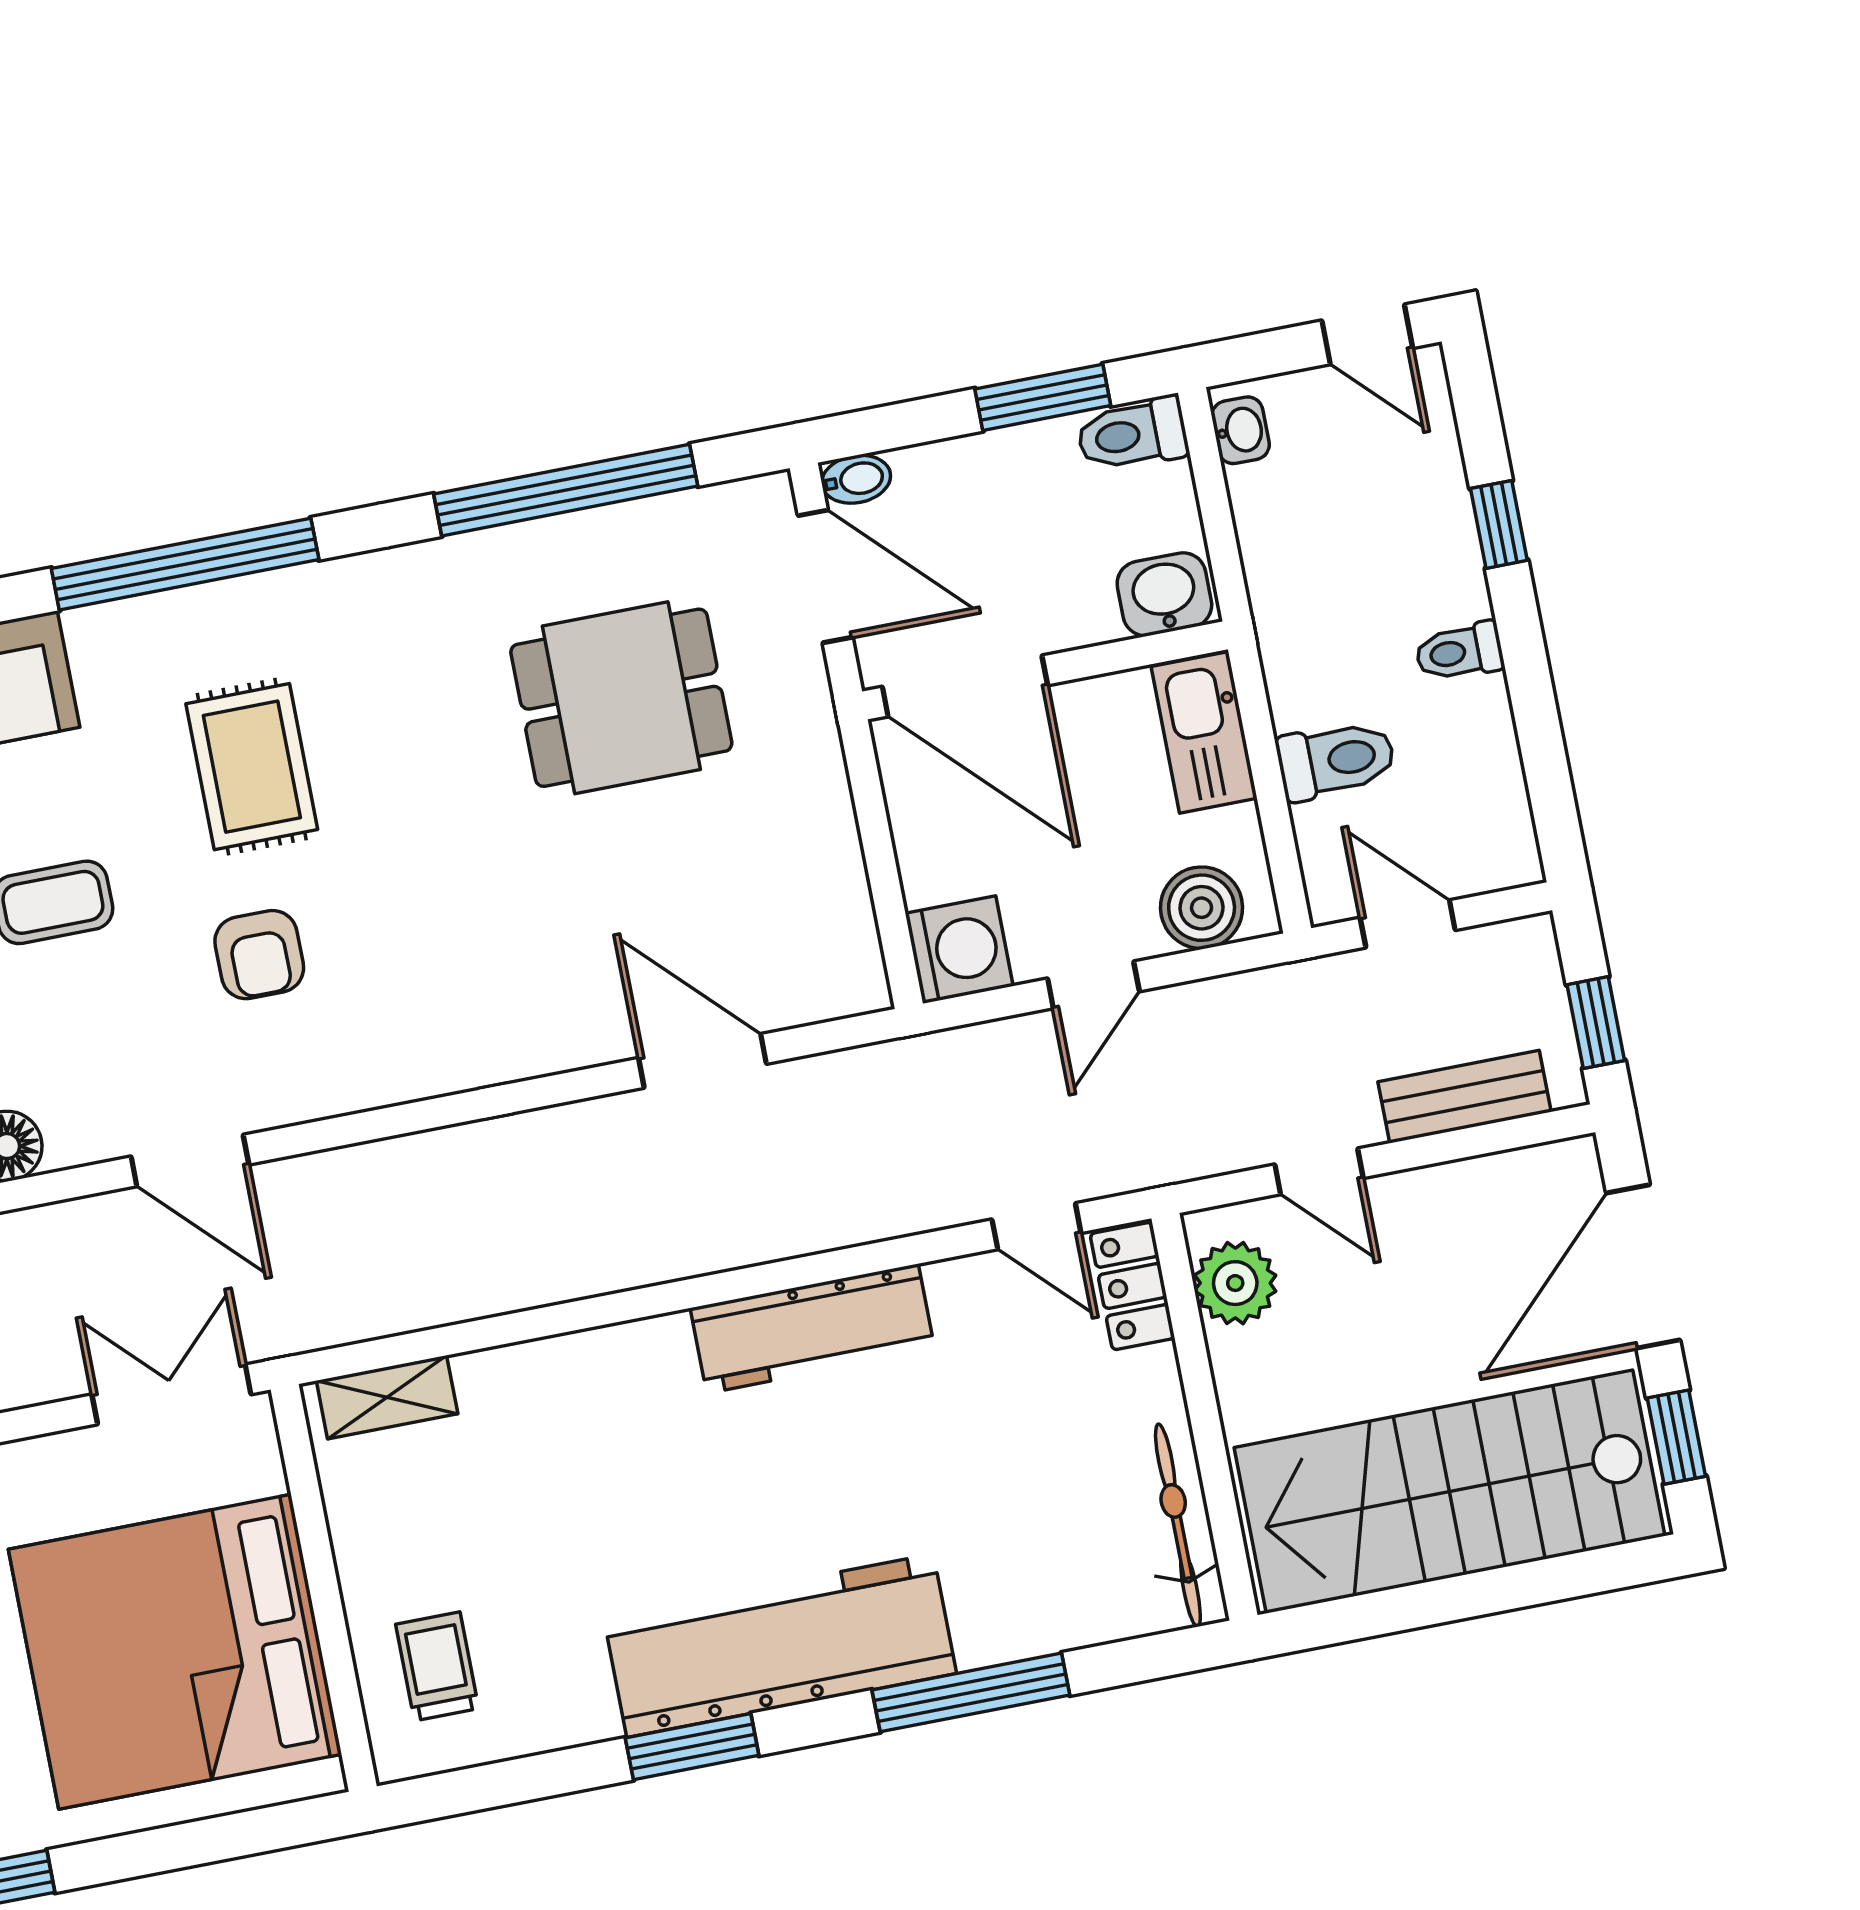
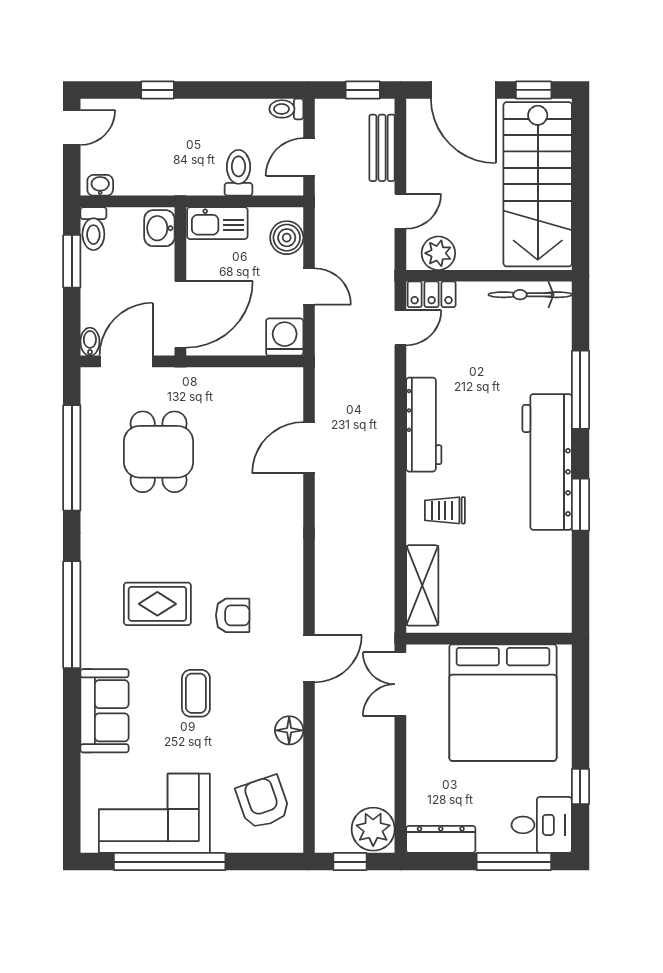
toilet: (1459, 652) -> (286, 109), moved, turned 90
shelving: (387, 1397) -> (422, 585), width x1.50, depth x1.33
trolley: (437, 1666) -> (445, 510), moved

